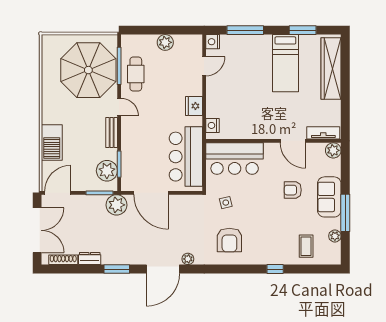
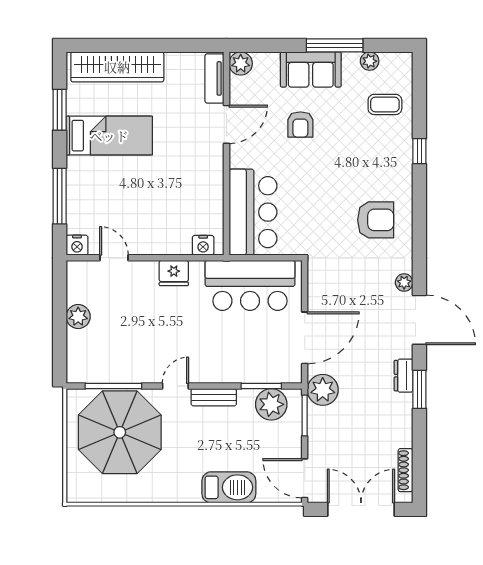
cafe table: (136, 74) -> (126, 361), removed
side table: (226, 203) -> (319, 225), removed
dresser: (90, 259) -> (404, 376), moved

